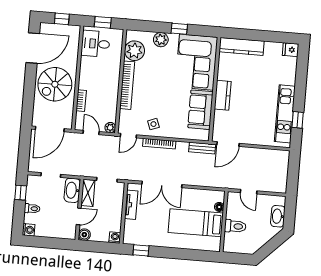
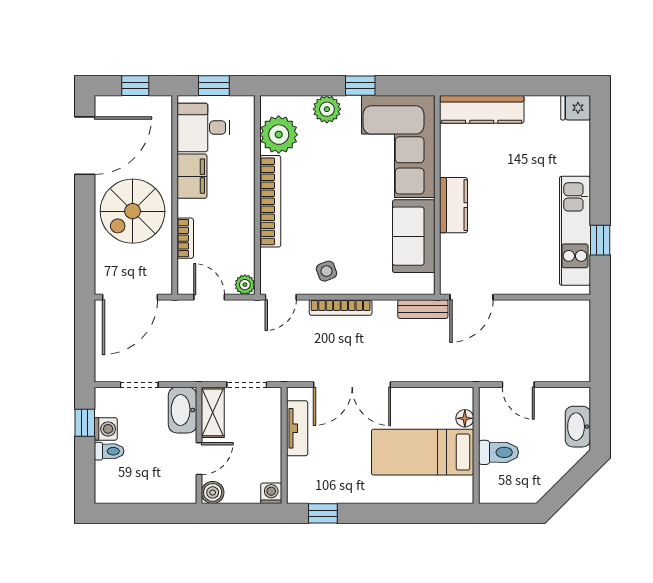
filing cabinet: (87, 69) -> (192, 176), added
washing machine: (29, 230) -> (106, 429), moved

